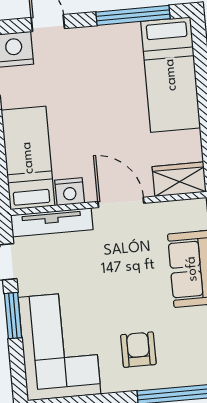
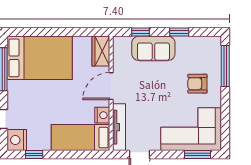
bed: (171, 75) -> (40, 58), width x1.50
window: (13, 316) -> (198, 155), moved

